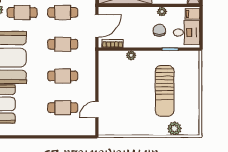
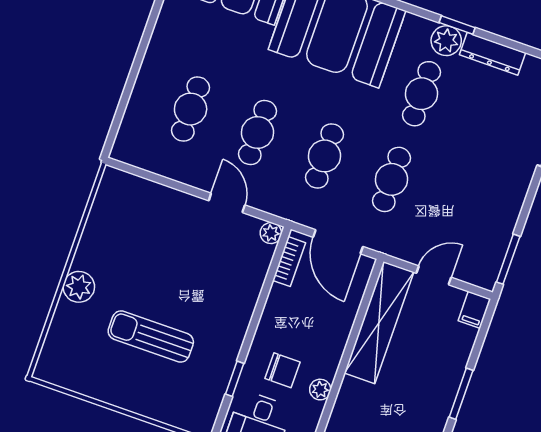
plant: (131, 55) -> (271, 233), moved
sun lounger: (165, 91) -> (151, 337), width x0.73, depth x0.75
door: (97, 110) -> (227, 203), moved
plant: (174, 129) -> (79, 287), moved

